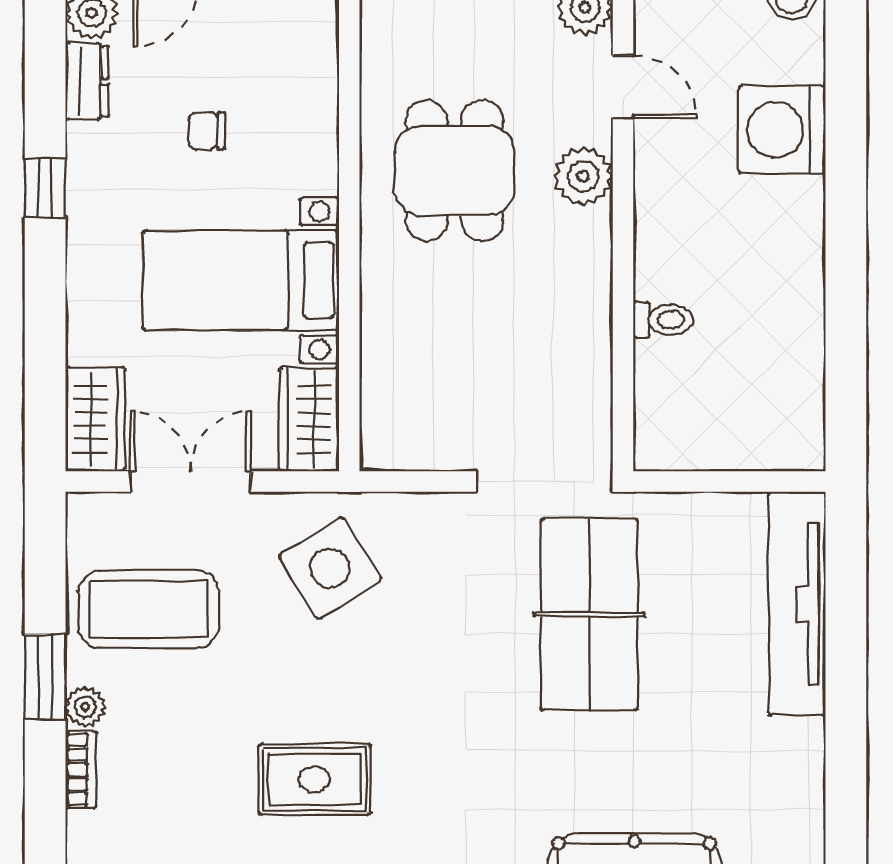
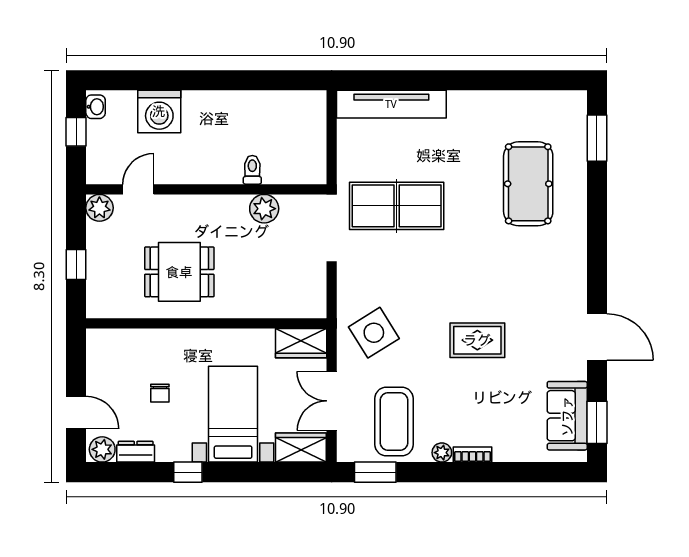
plant: (583, 176) -> (264, 209), moved
bed with nightstands: (241, 280) -> (233, 414), moved, turned 180
window: (45, 677) -> (375, 472), moved
rug: (315, 780) -> (477, 340), turned 90

